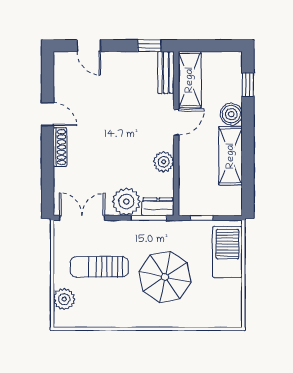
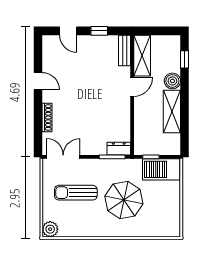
window: (149, 46) -> (99, 31), moved
shoe rack: (60, 147) -> (47, 118), moved
plant: (164, 162) -> (123, 116), removed
plant: (126, 202) -> (96, 145), removed
barbecue: (227, 252) -> (161, 169), moved, turned -90
plant: (64, 299) -> (50, 229), moved

